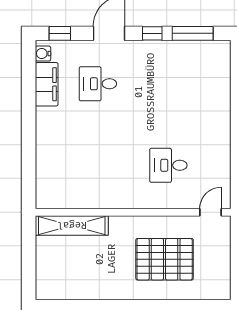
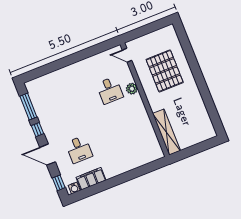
plant: (158, 199) -> (132, 89), added

